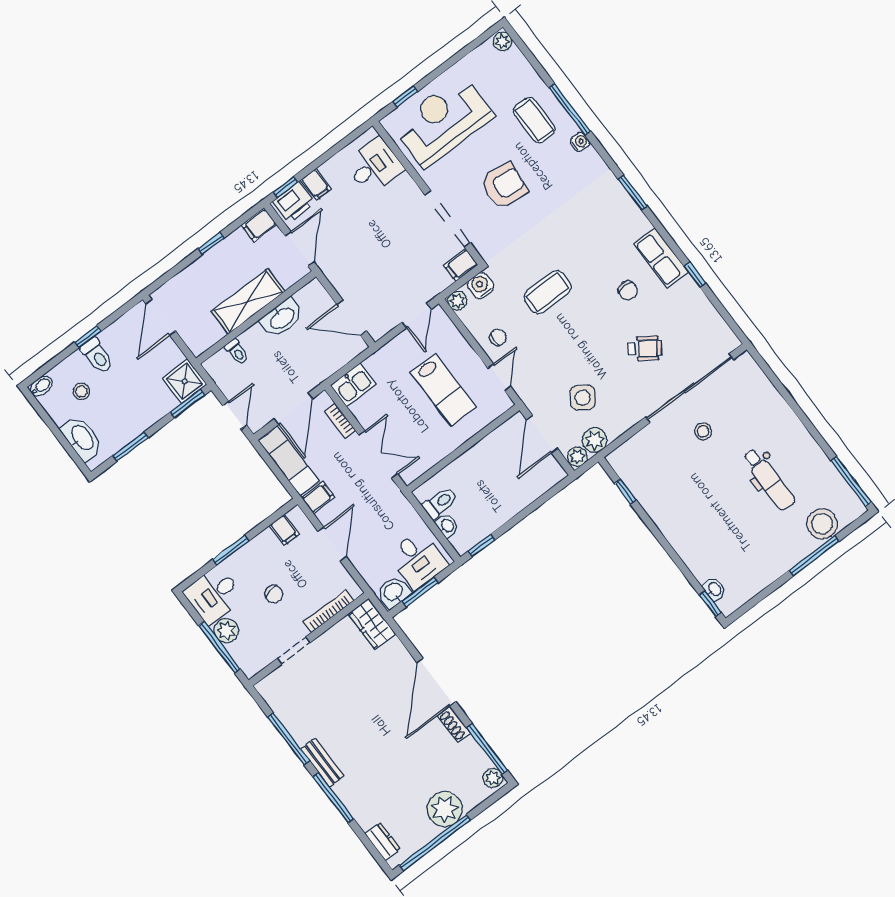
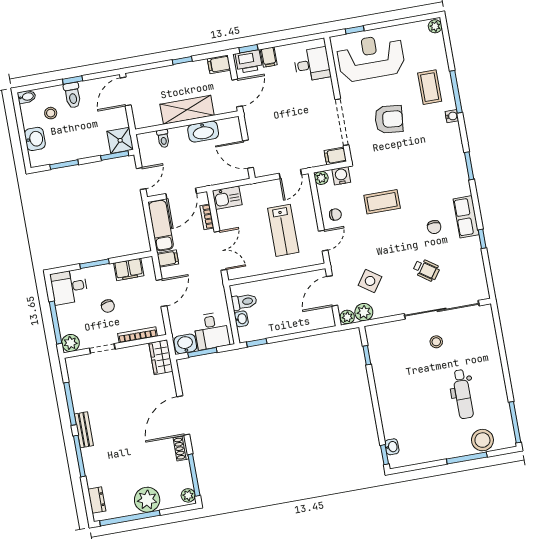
washbasin: (82, 438) -> (35, 139), width x0.72
filing cabinet: (284, 530) -> (129, 269), width x2.00
plant: (226, 631) -> (71, 343), moved

